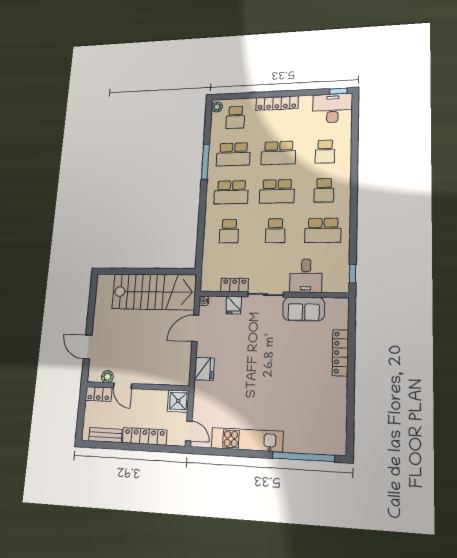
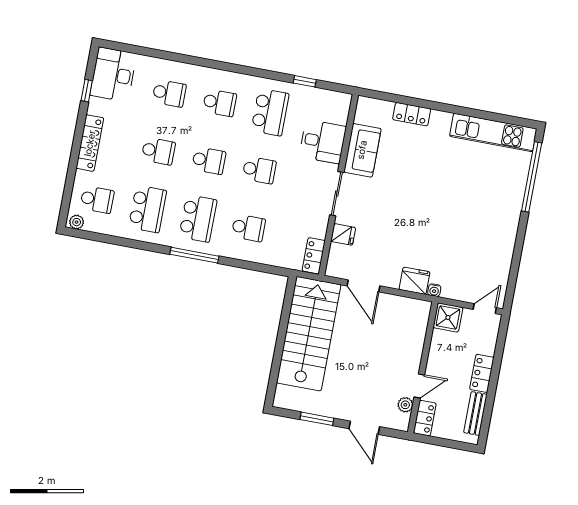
window: (338, 91) -> (87, 91), moved
school desk: (278, 153) -> (158, 151), width x0.54
window: (205, 162) -> (194, 255), moved
school desk: (277, 191) -> (209, 161), width x0.54
window: (353, 274) -> (305, 81), moved
locker: (235, 285) -> (314, 256), moved
water cooler: (204, 301) -> (434, 290), moved
window: (91, 309) -> (317, 419), added
door: (88, 347) -> (364, 428), hinge flipped
locker: (340, 353) -> (412, 114), width x0.66
locker: (145, 436) -> (482, 373), width x0.66
kitchen unit: (247, 440) -> (493, 132), moved, turned -90

